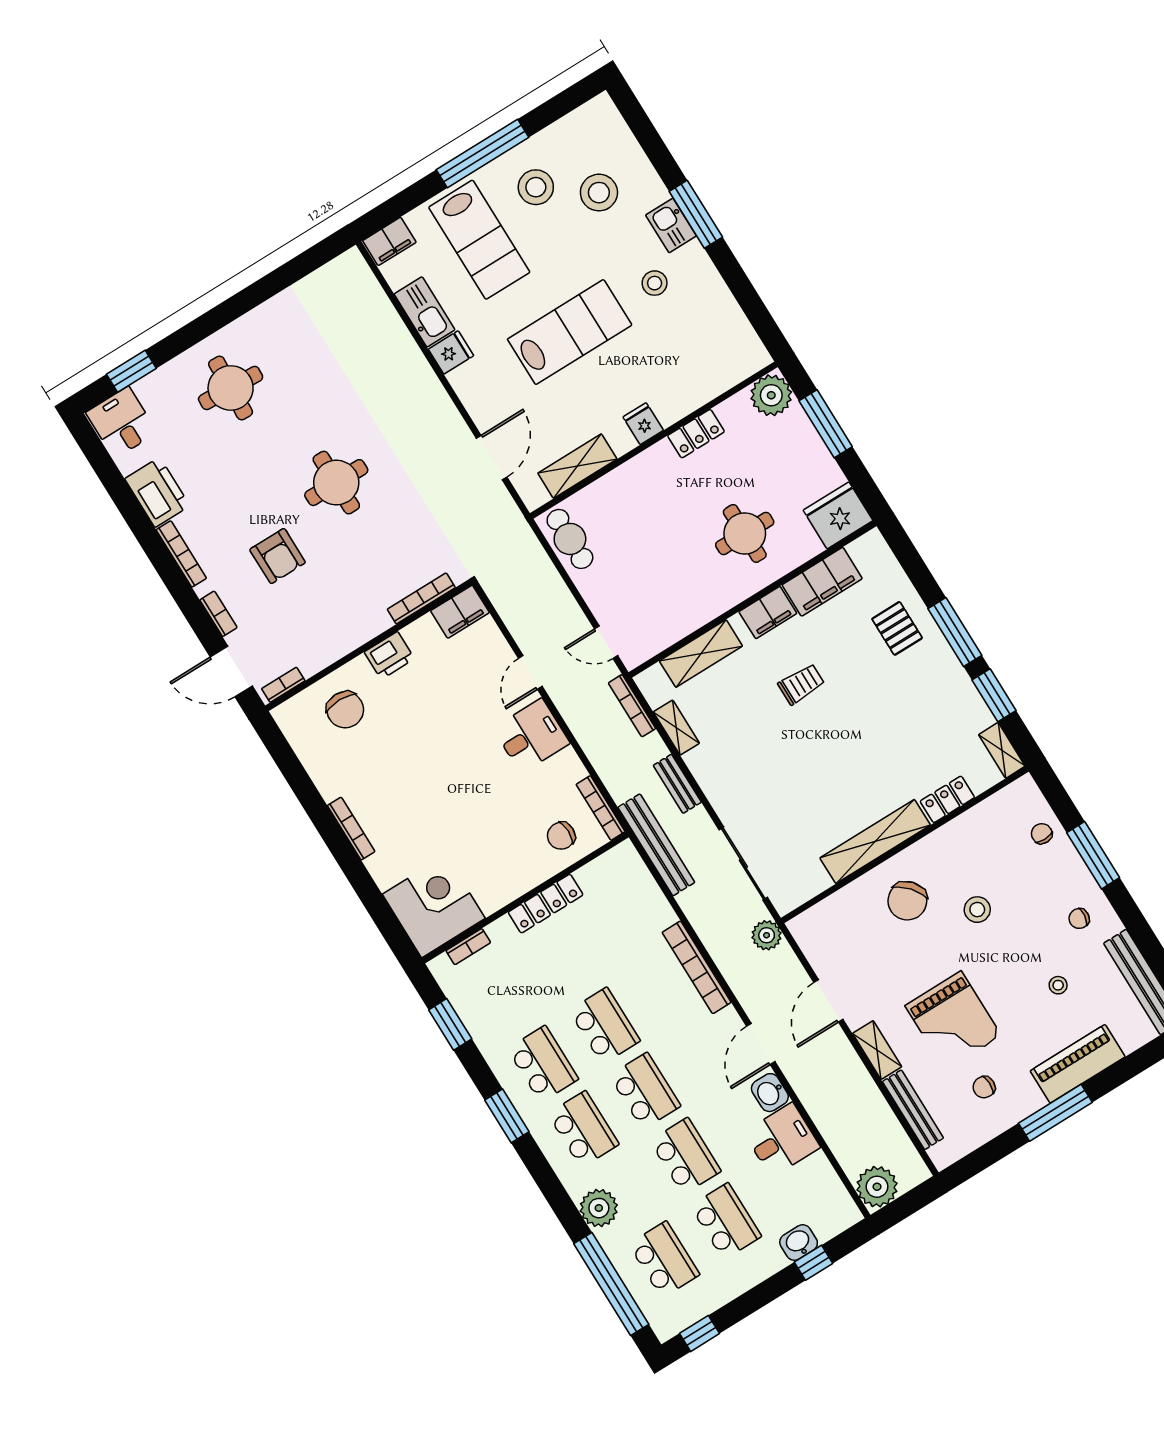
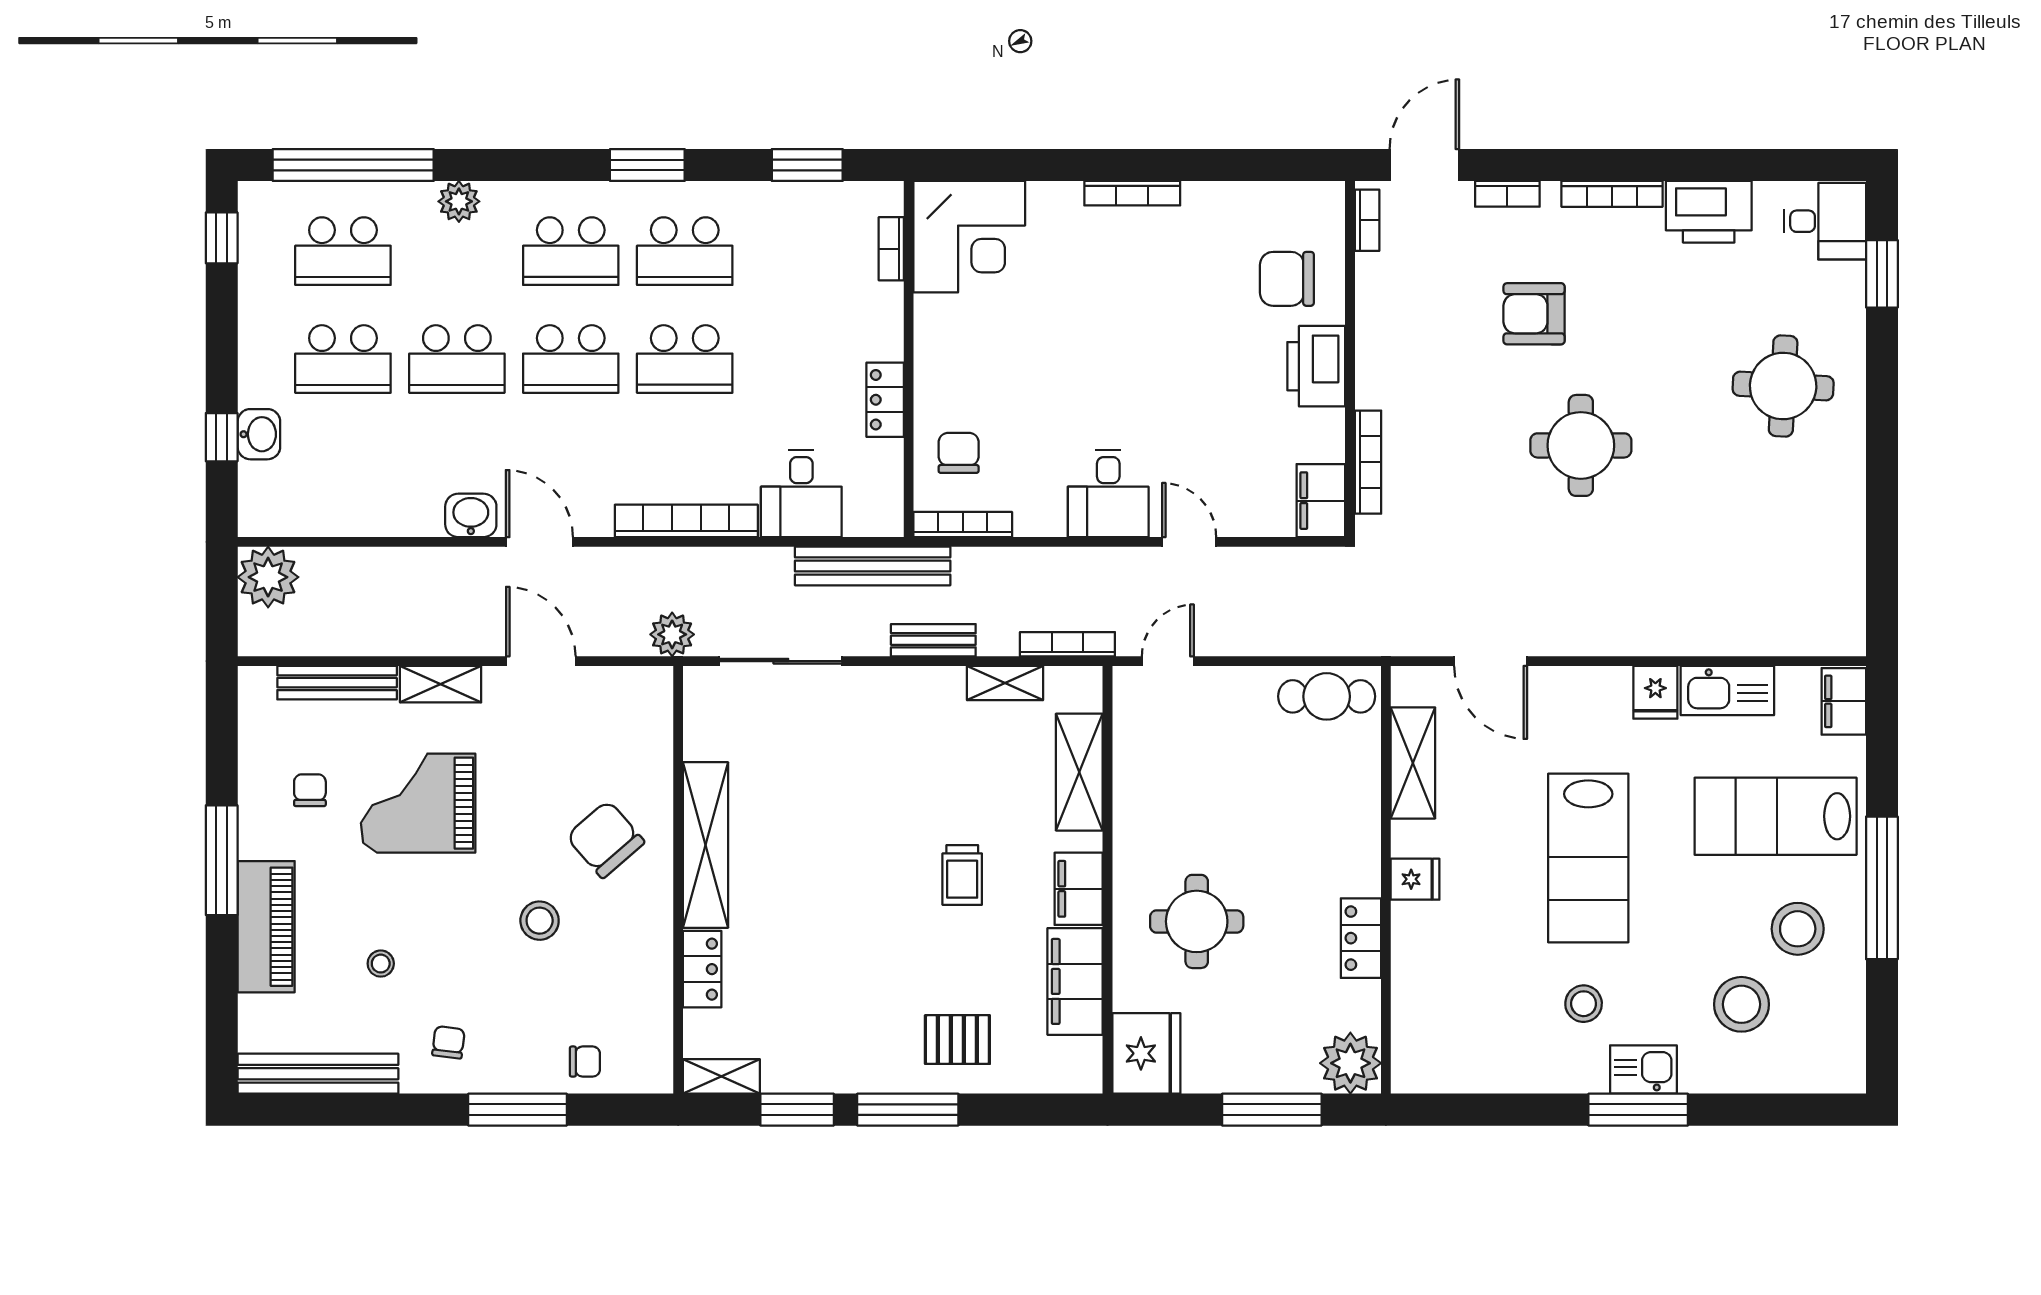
printer: (389, 655) -> (1316, 366), width x1.37, depth x1.19
locker: (546, 904) -> (885, 400), width x0.66
desk: (782, 1140) -> (801, 494), moved
plant: (599, 1208) -> (459, 201), width x0.73, depth x0.73

